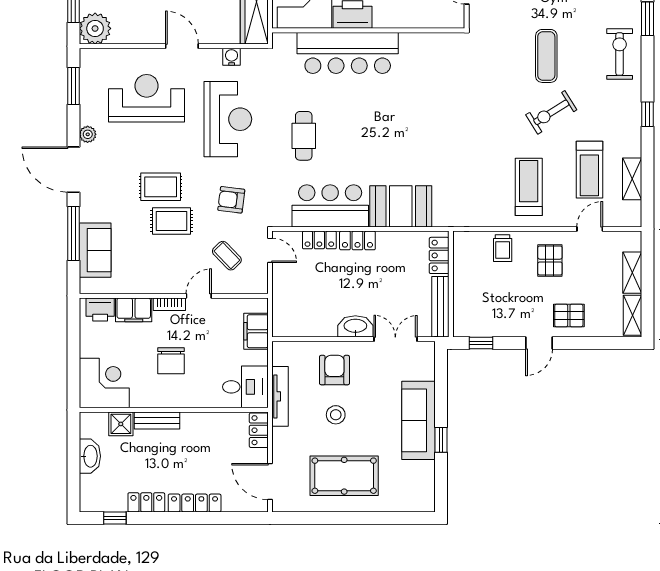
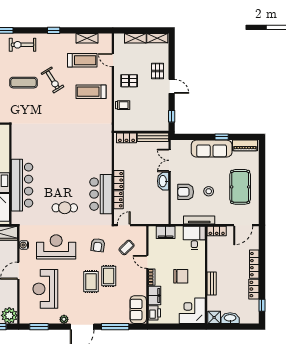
booth: (401, 206) -> (101, 158), removed
sofa: (95, 250) -> (138, 310), moved, turned -90
shower: (121, 424) -> (214, 317), moved
piano: (424, 485) -> (245, 145), added

